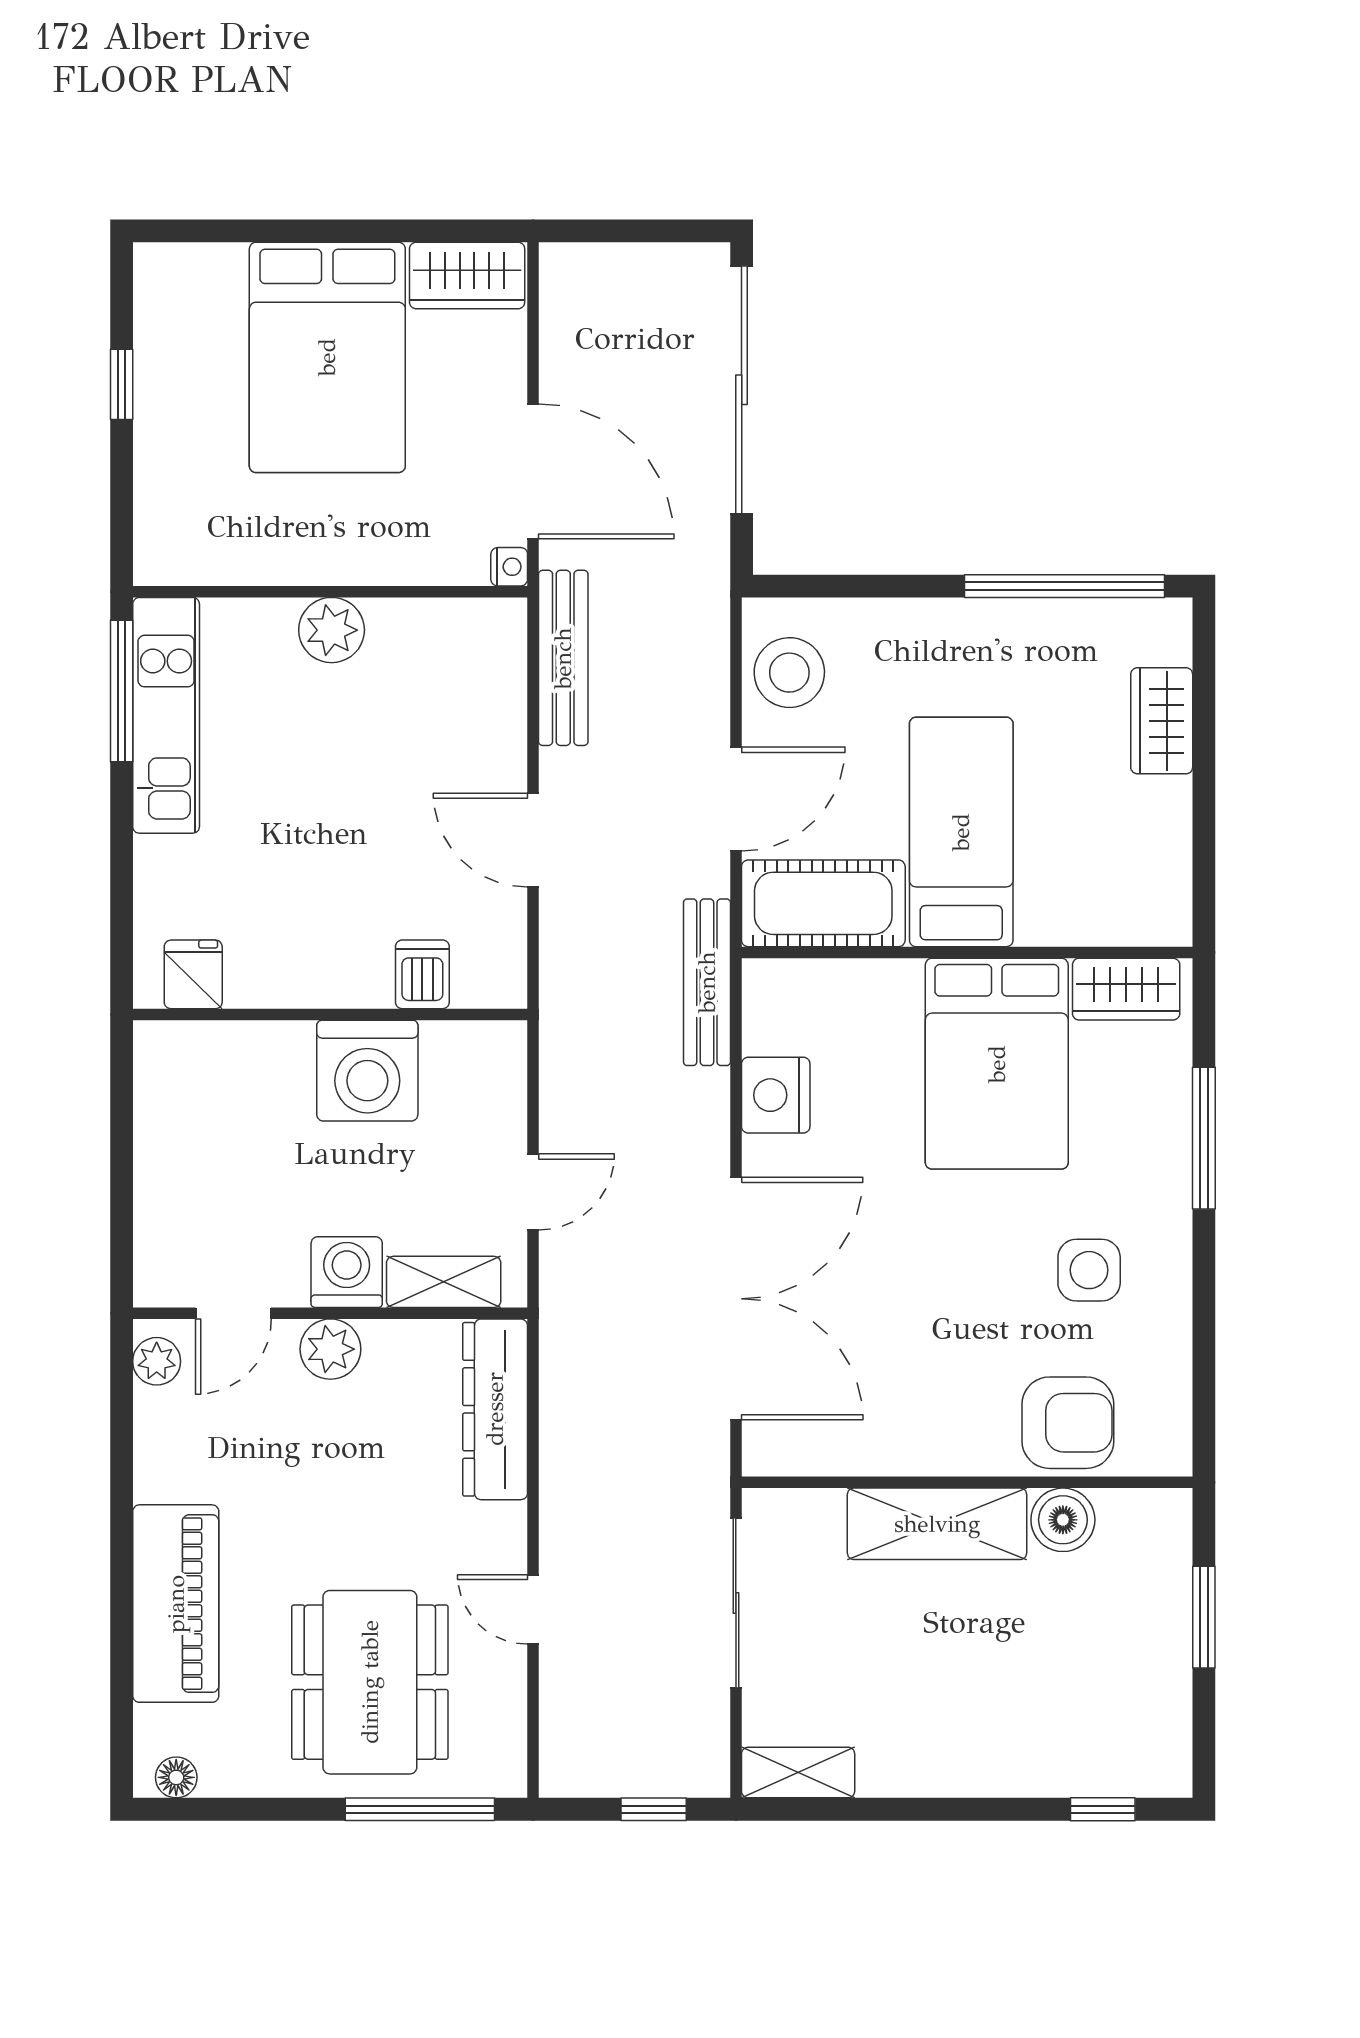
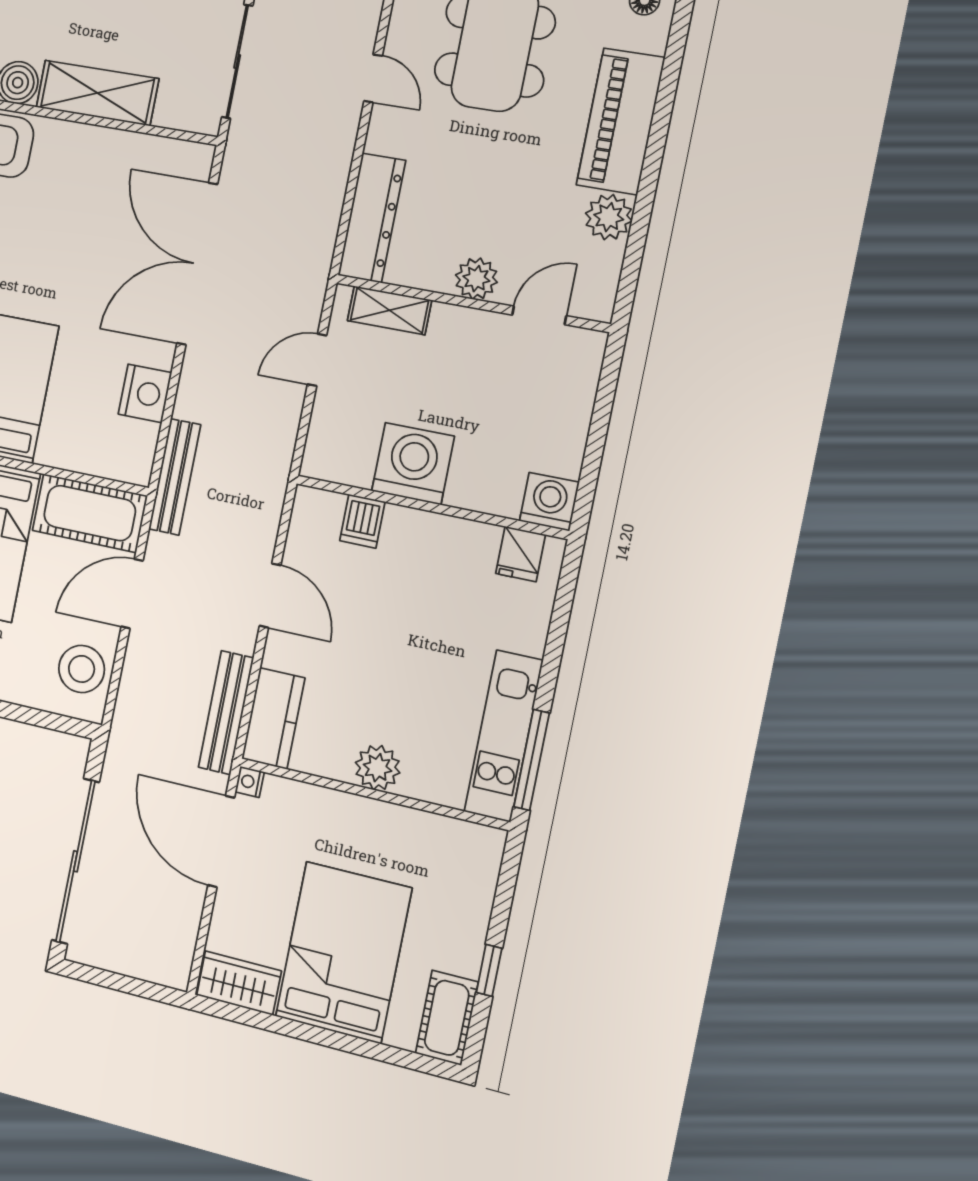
cot: (166, 303) -> (447, 1018), added
kitchen counter: (493, 665) -> (273, 718), added
washing machine: (347, 1272) -> (549, 502), moved, turned 180
plant: (157, 1361) -> (609, 217), moved, width x1.38, depth x1.38

